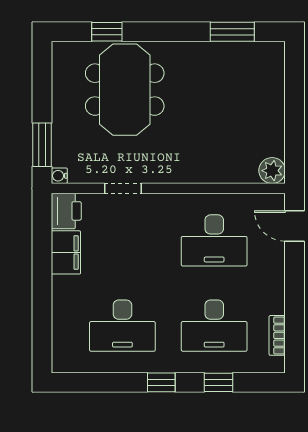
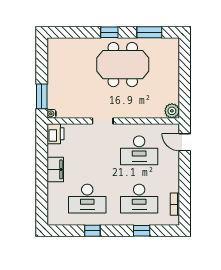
window: (107, 32) -> (109, 32), moved
meeting table: (125, 90) -> (123, 65), moved, turned 90
doorway: (123, 188) -> (103, 121), moved
filing cabinet: (66, 252) -> (55, 169), moved
window: (161, 382) -> (92, 231), moved

